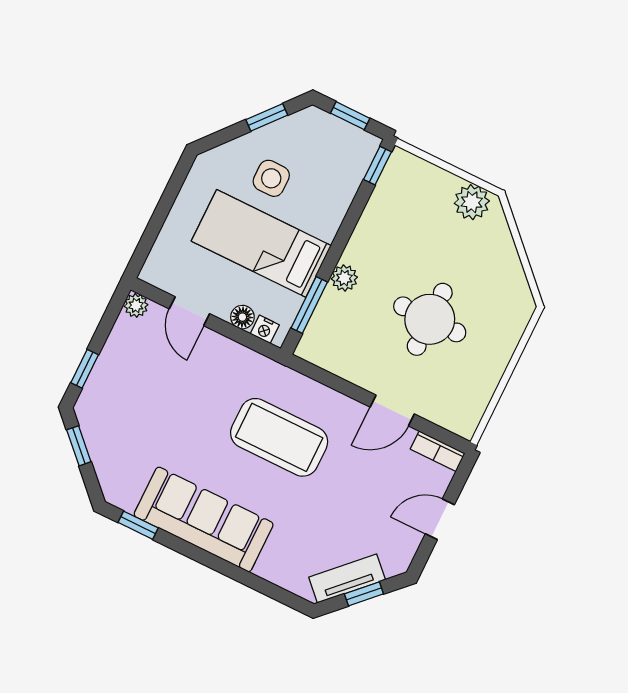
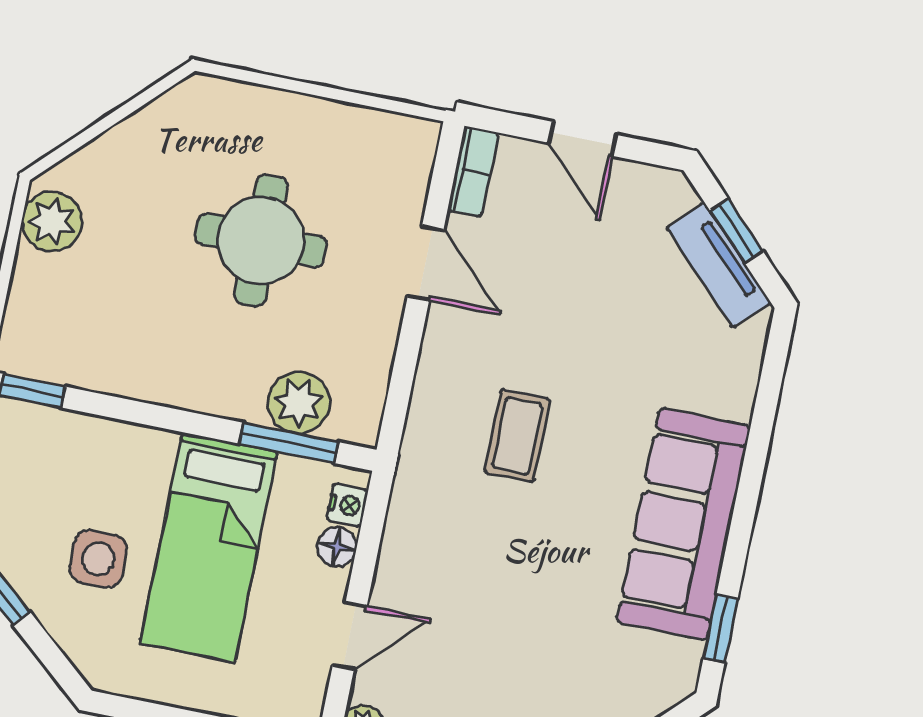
plant: (344, 278) -> (299, 403), moved, width x1.38, depth x1.38
coffee table: (279, 437) -> (517, 436), width x0.54, depth x0.58

